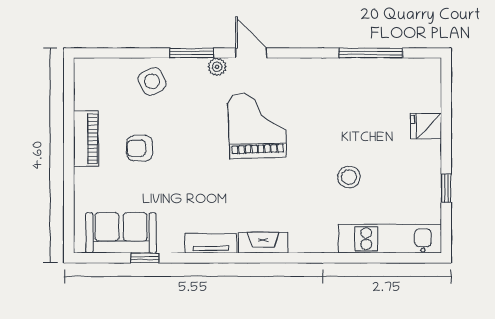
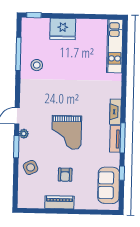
grand piano: (257, 126) -> (67, 132), moved, turned -88
fridge: (426, 126) -> (63, 29), width x1.88, depth x1.34
stool: (349, 177) -> (37, 65), moved
window: (446, 188) -> (34, 15), moved
window: (213, 258) -> (123, 138), added

